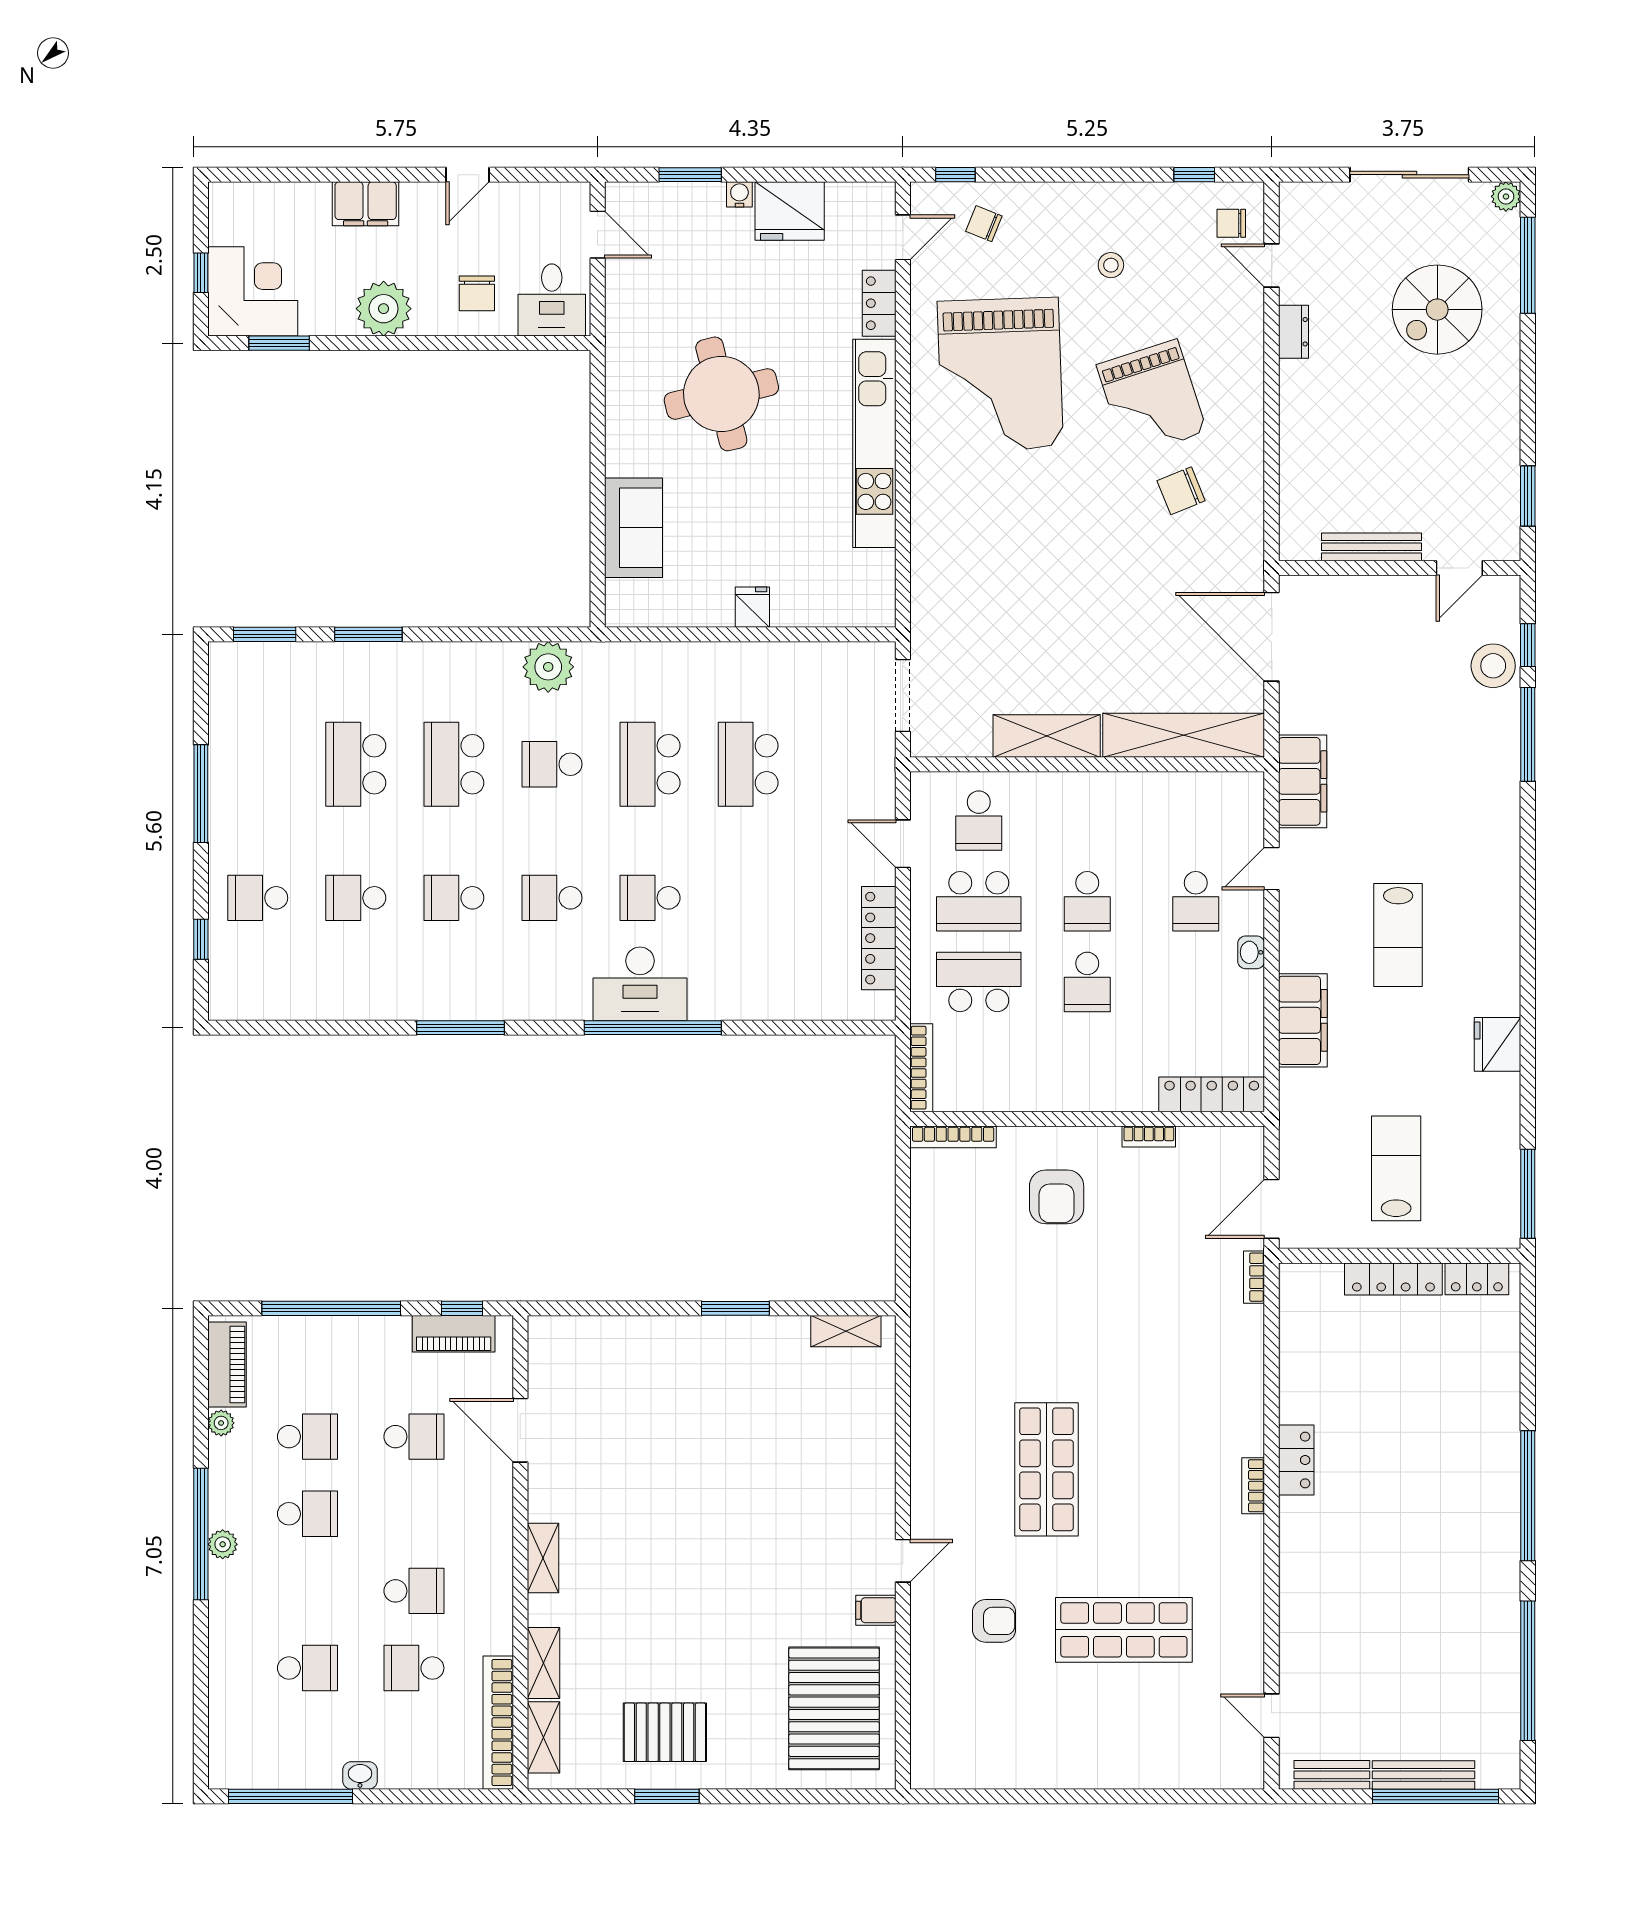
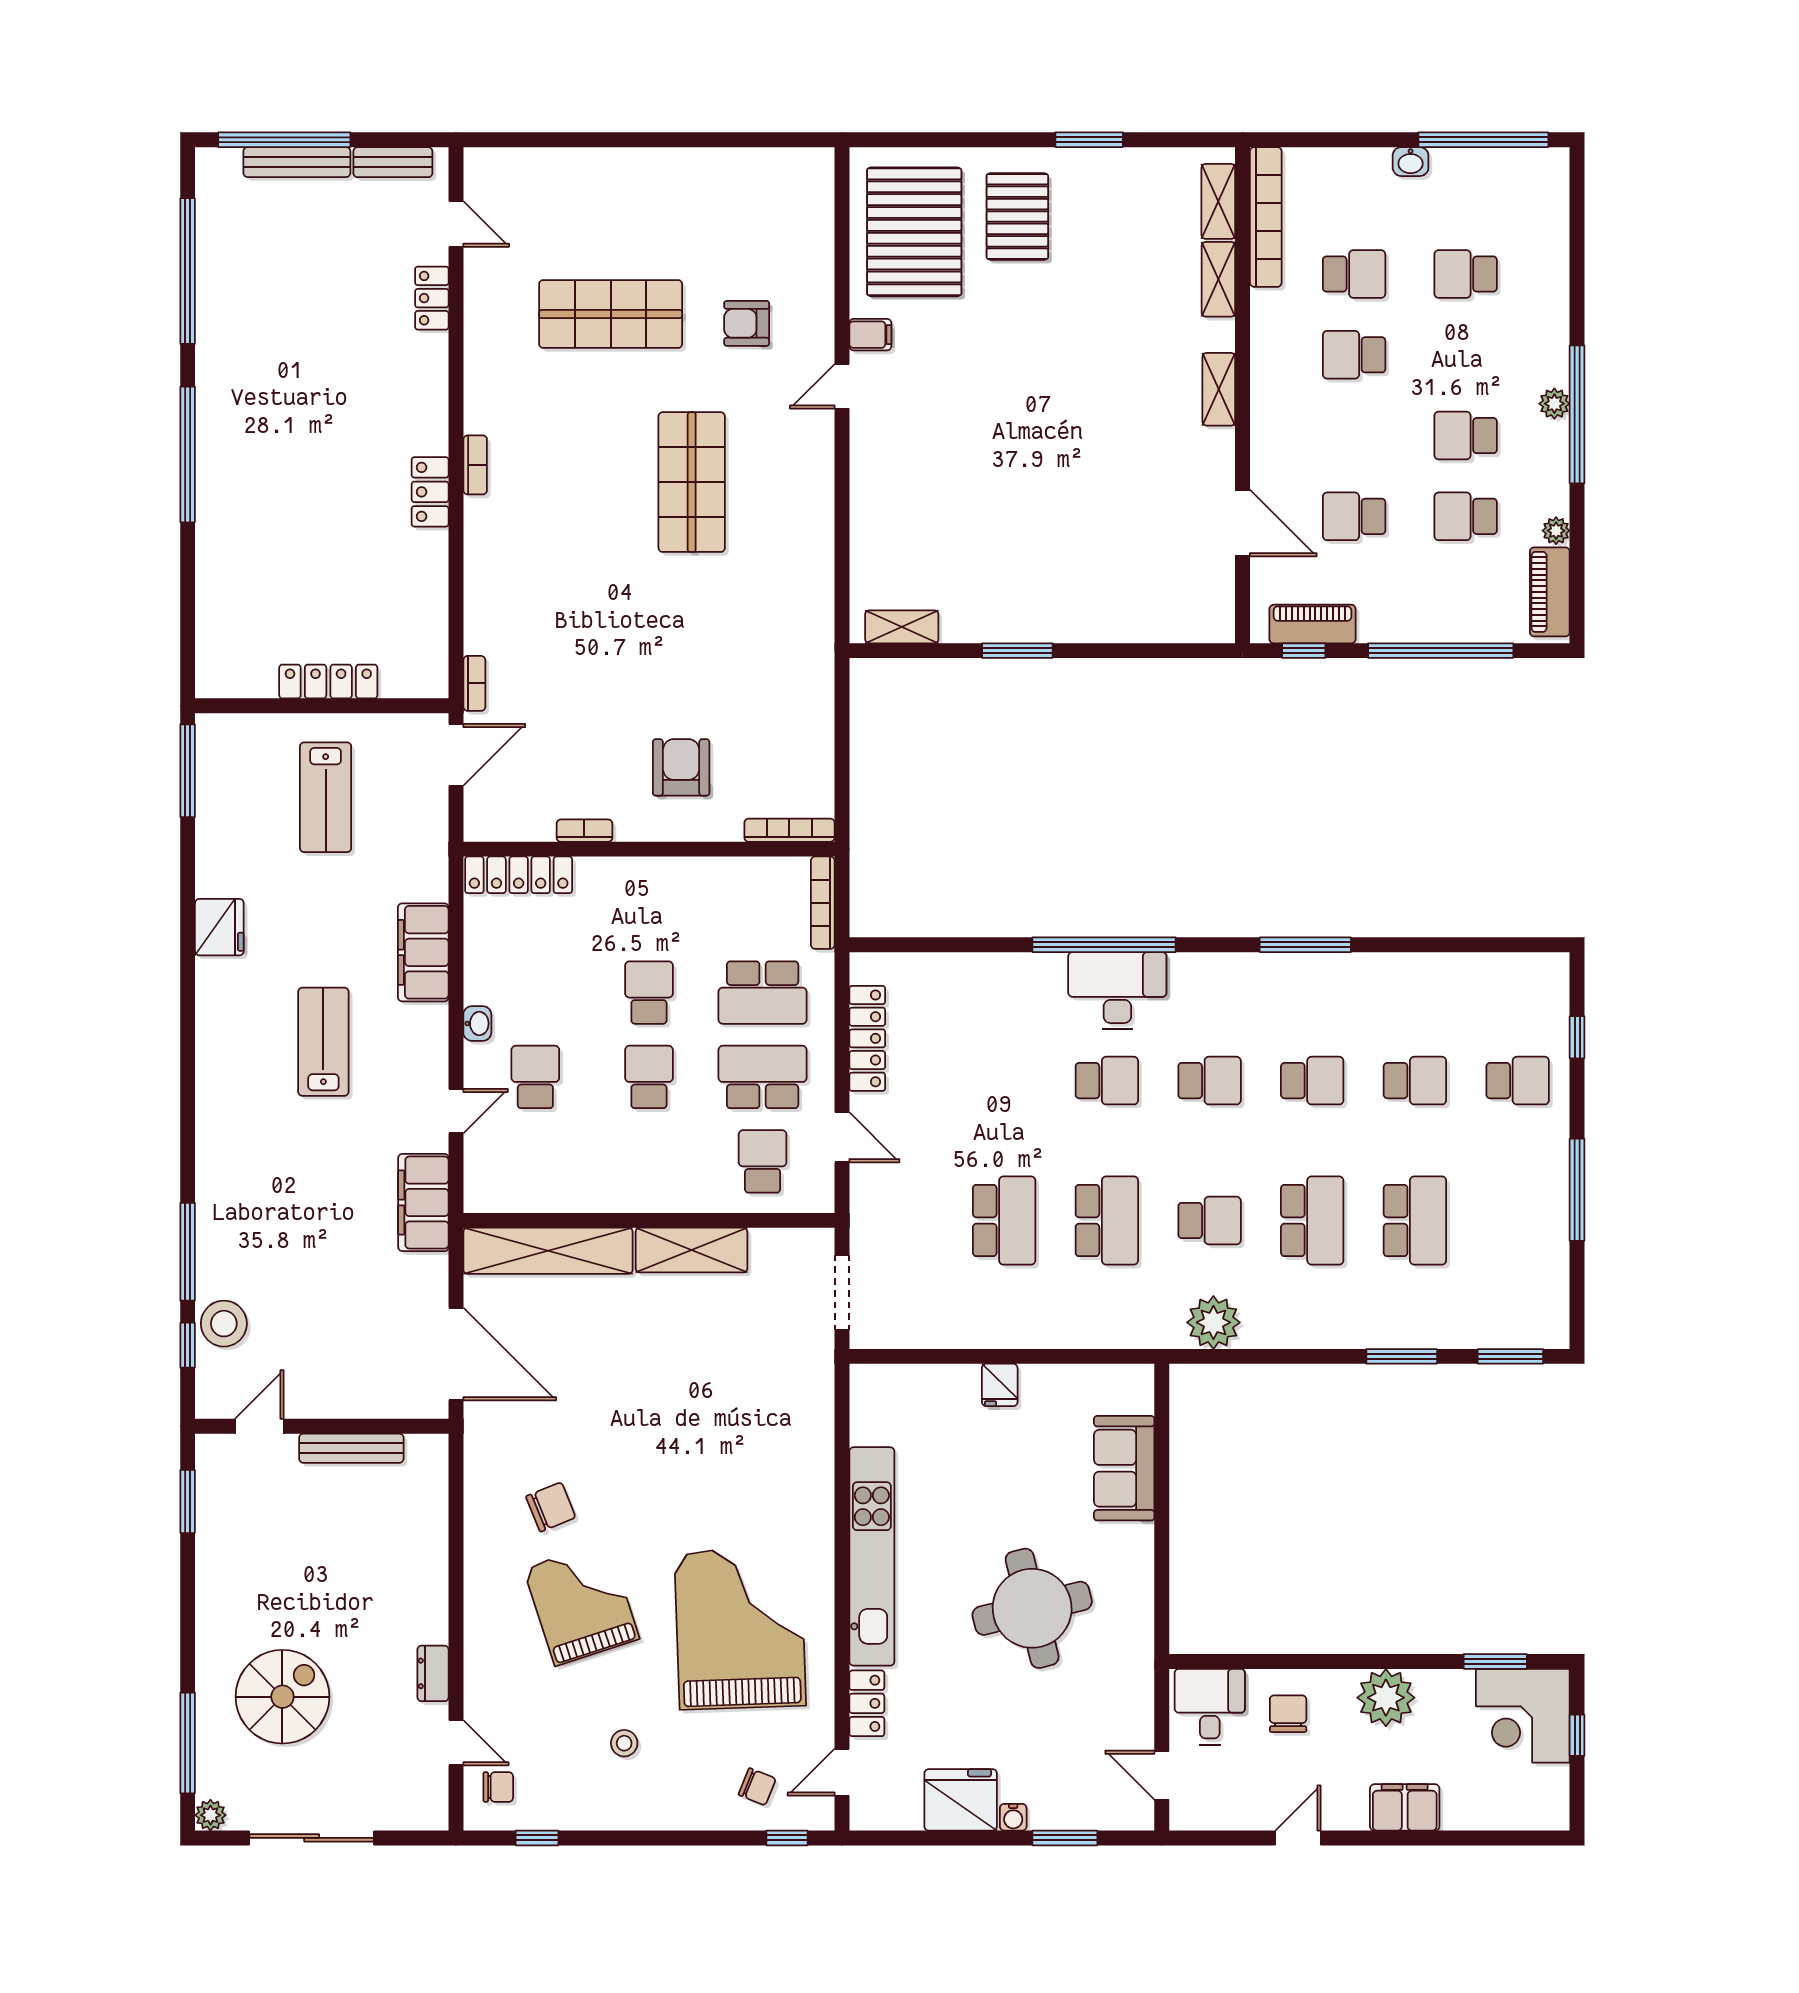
locker: (1477, 1279) -> (432, 298), moved, turned -90
pallet: (665, 1732) -> (1017, 216), moved, turned 90

